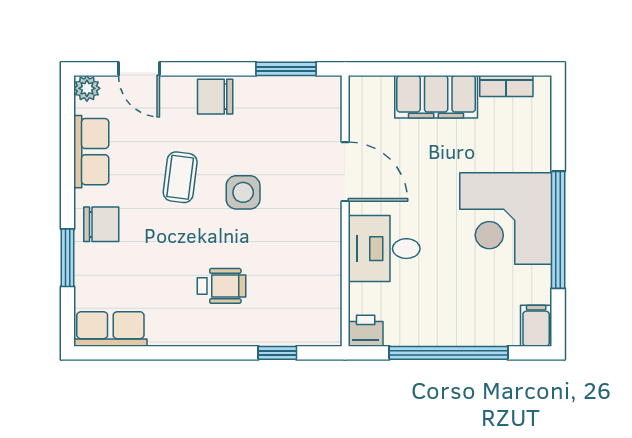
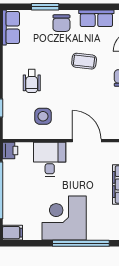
door: (345, 172) -> (87, 141), swing flipped
side table: (243, 192) -> (43, 116), moved
window: (558, 230) -> (81, 243), moved

